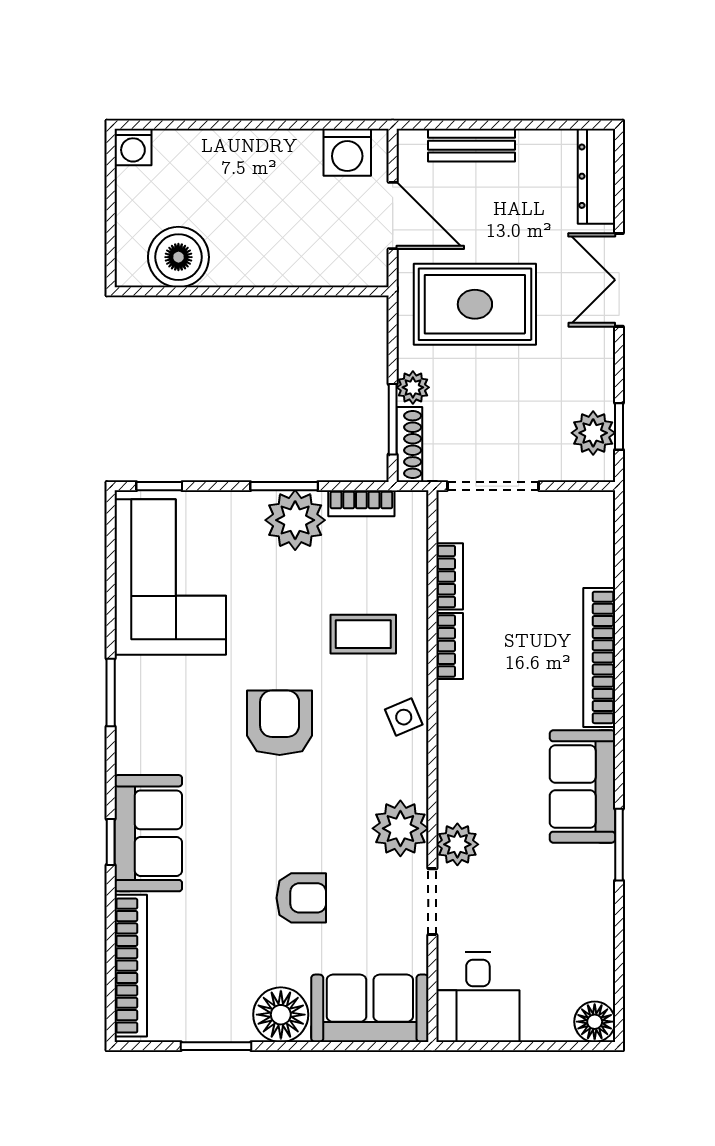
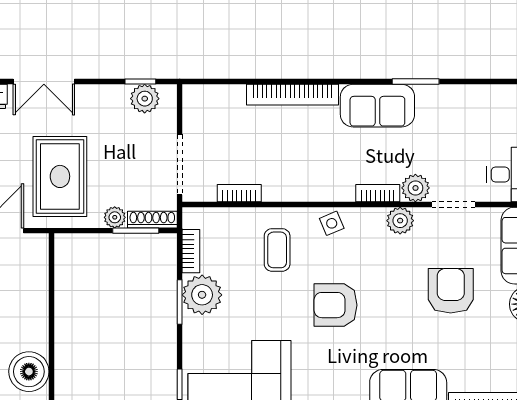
bookcase: (450, 646) -> (378, 193), moved
plant: (400, 828) -> (400, 221), width x0.73, depth x0.73
armchair: (301, 898) -> (451, 291), width x1.38, depth x1.38

